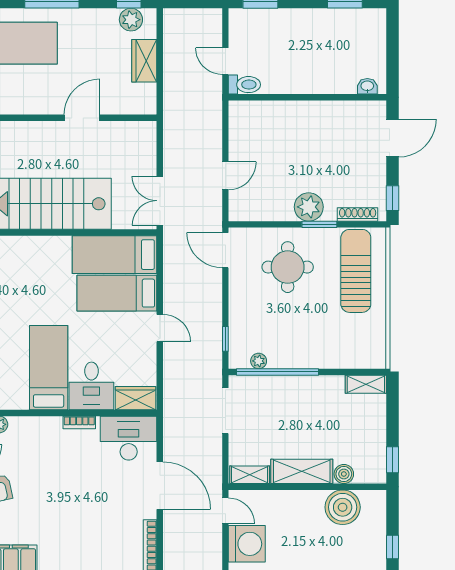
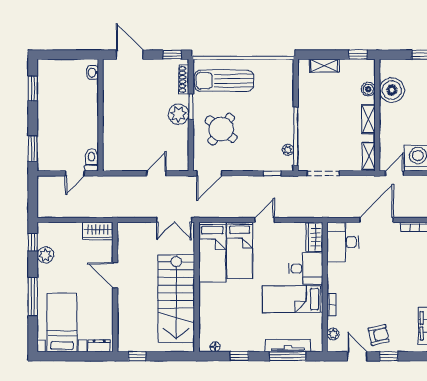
plant: (131, 20) -> (45, 255), moved
wardrobe: (144, 61) -> (98, 231), moved
door: (225, 176) -> (156, 173), hinge flipped
round table: (288, 267) -> (221, 129), turned 37
shelving: (366, 384) -> (324, 66), moved, turned 90
bookcase: (79, 422) -> (332, 304), moved
shelving: (302, 471) -> (369, 119), width x0.67, depth x0.75

